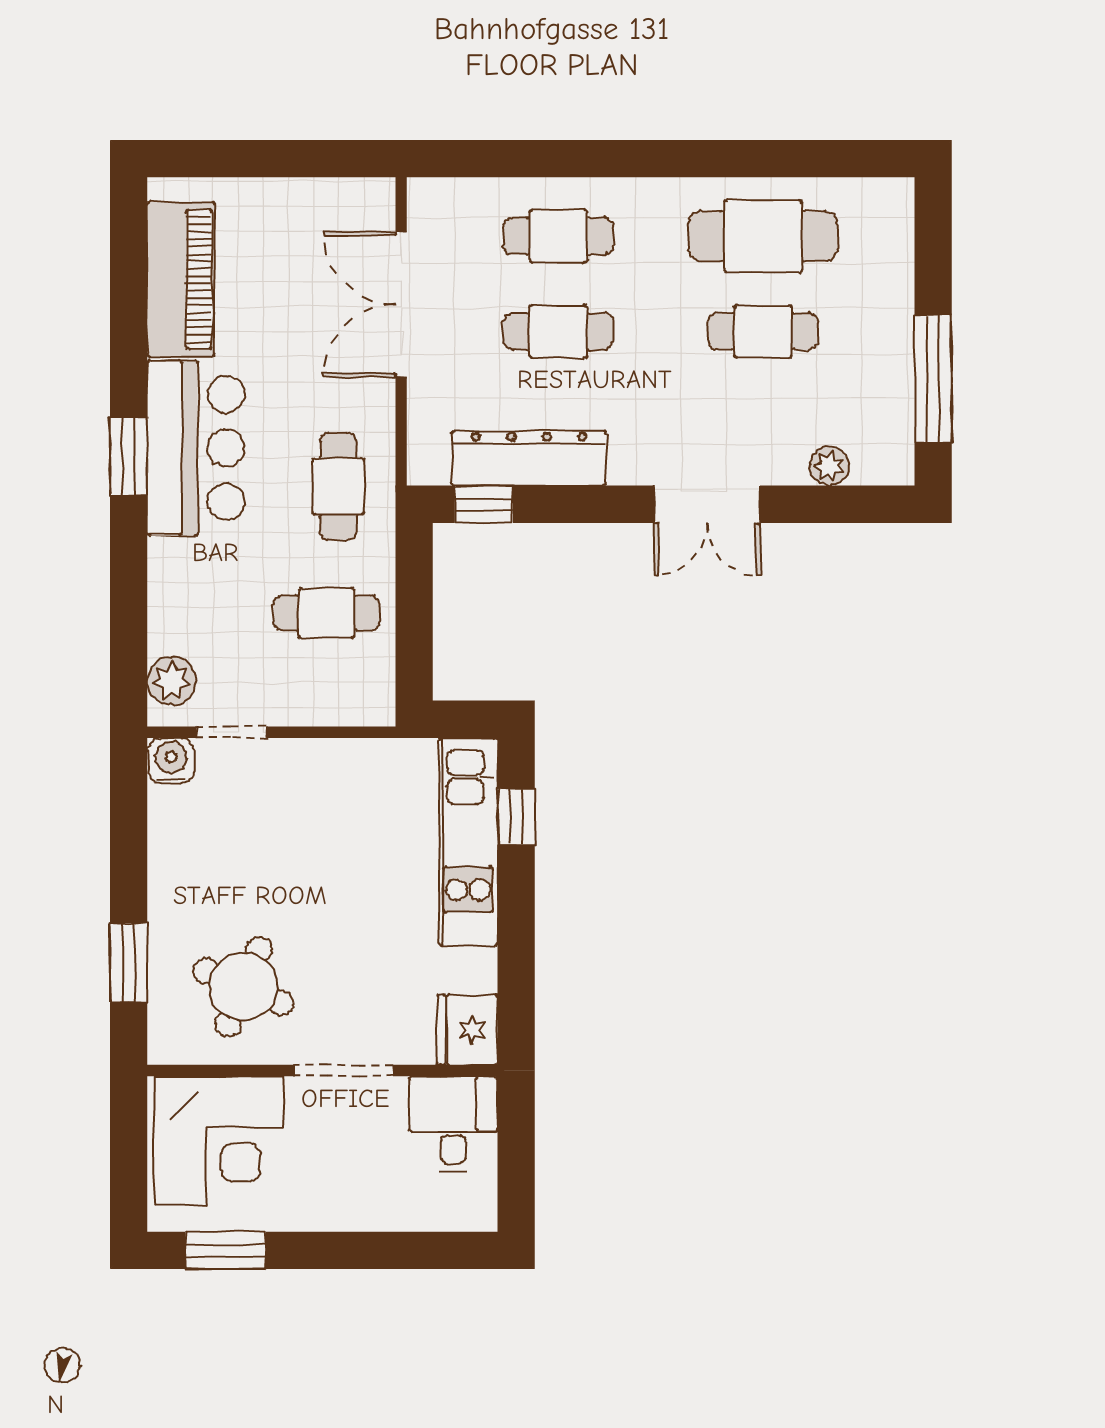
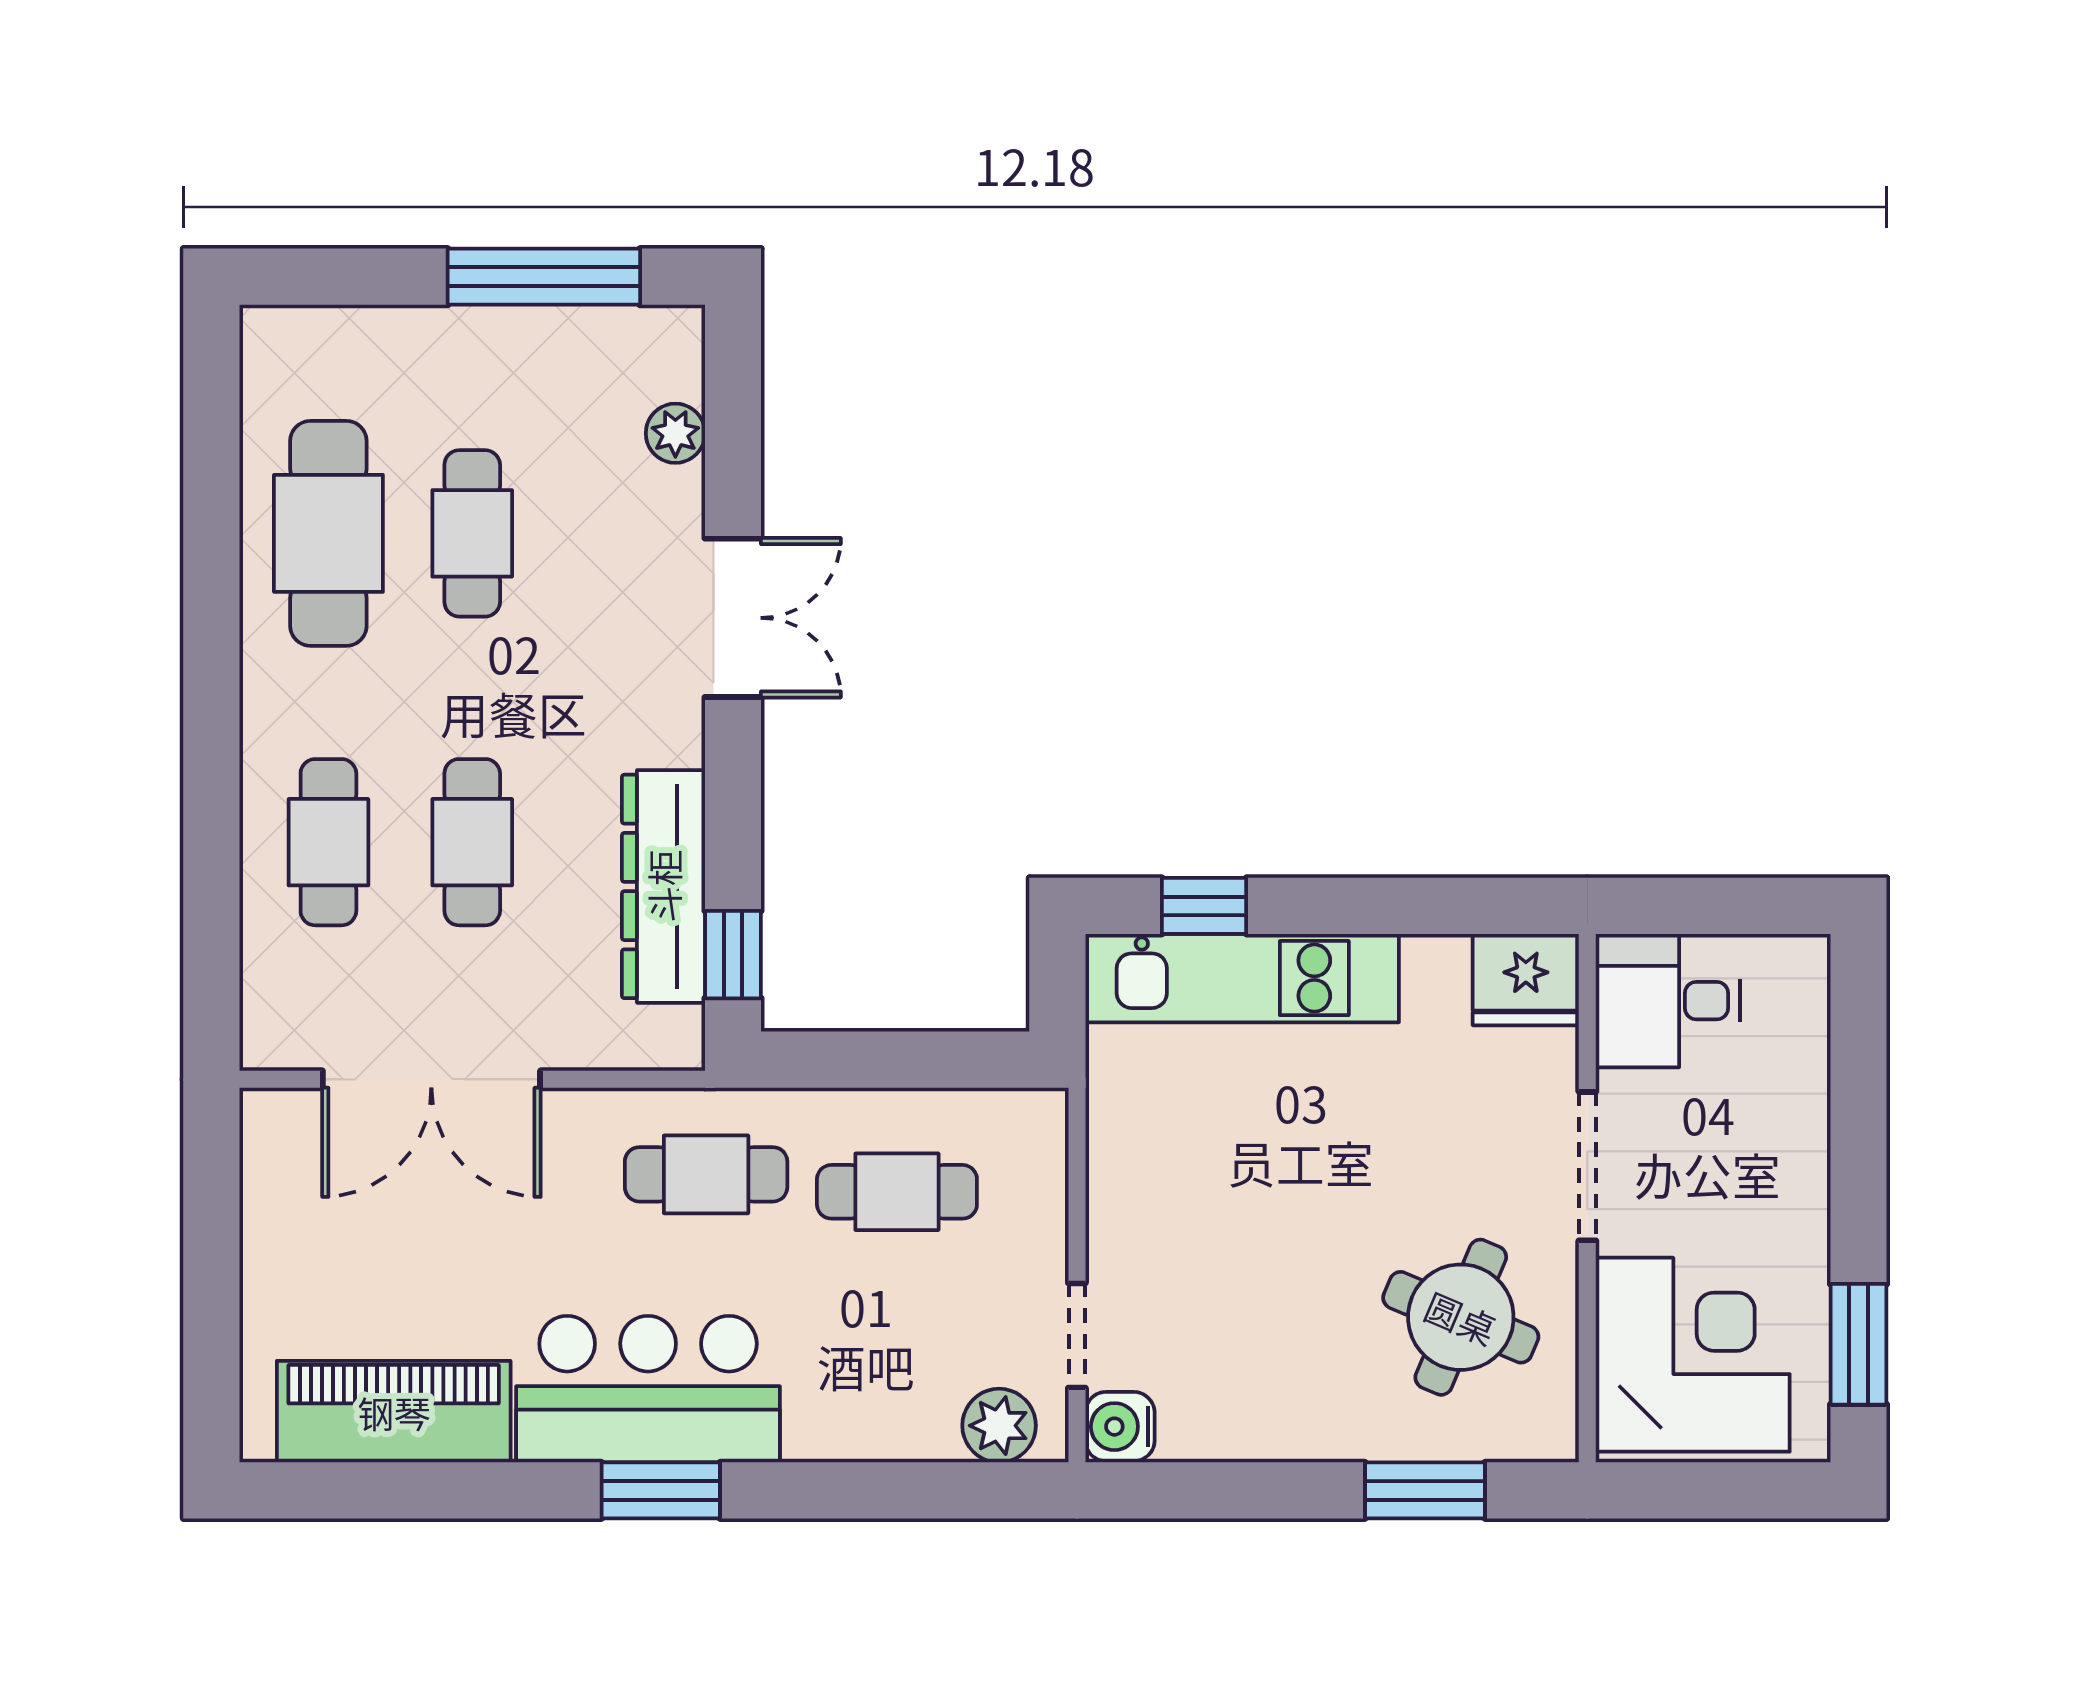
cafe table: (327, 613) -> (897, 1192), turned 90

